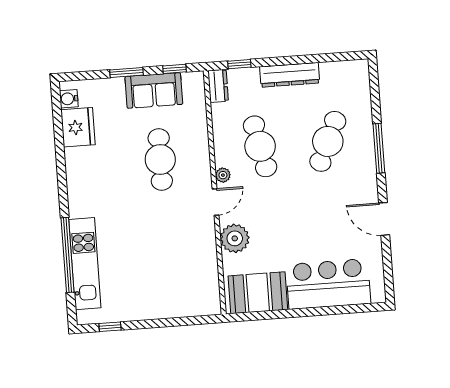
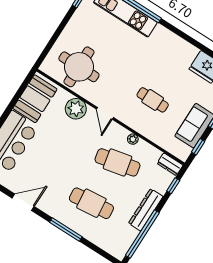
window: (320, 58) -> (142, 234), added
cafe table: (328, 141) -> (91, 203), turned -30
cafe table: (160, 160) -> (153, 100), width x0.73, depth x0.74
plant: (223, 175) -> (133, 139), moved
round table: (185, 270) -> (79, 67), added

